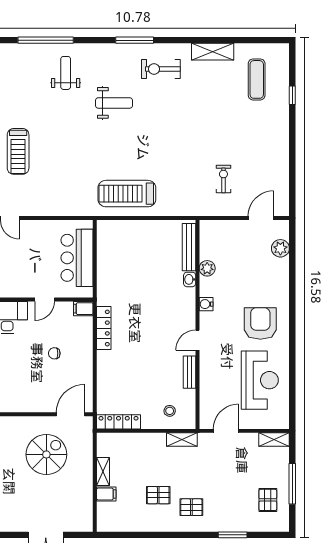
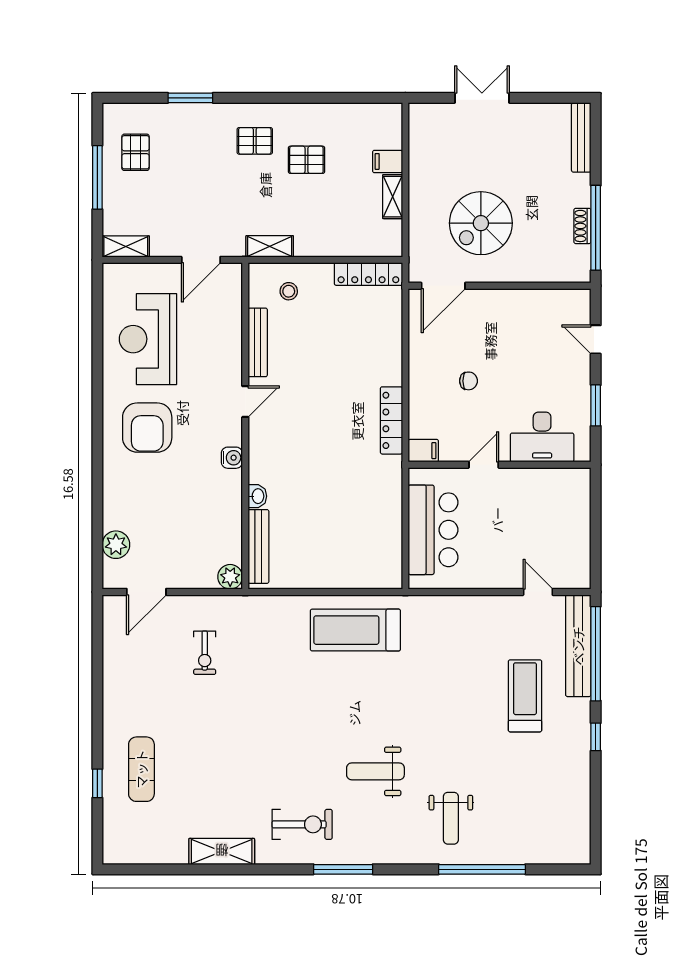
exercise mat: (257, 79) -> (141, 769), moved
treadmill: (127, 194) -> (355, 630), turned 180
plant: (207, 268) -> (230, 577), moved
bench: (189, 372) -> (258, 342), width x1.36

